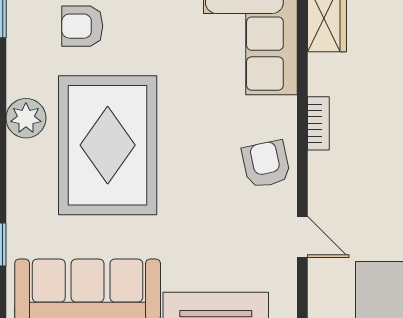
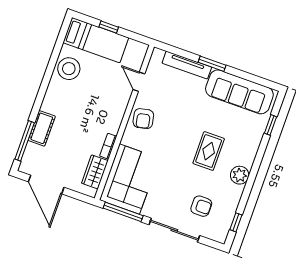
bookcase: (318, 123) -> (108, 146), moved
rug: (108, 145) -> (209, 151), width x0.54, depth x0.49

